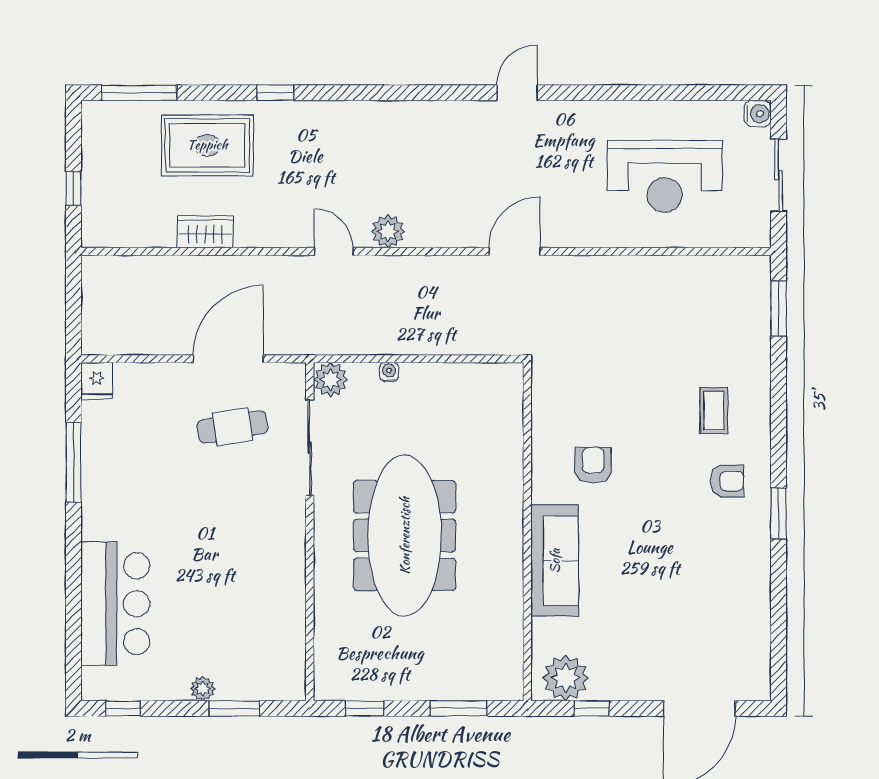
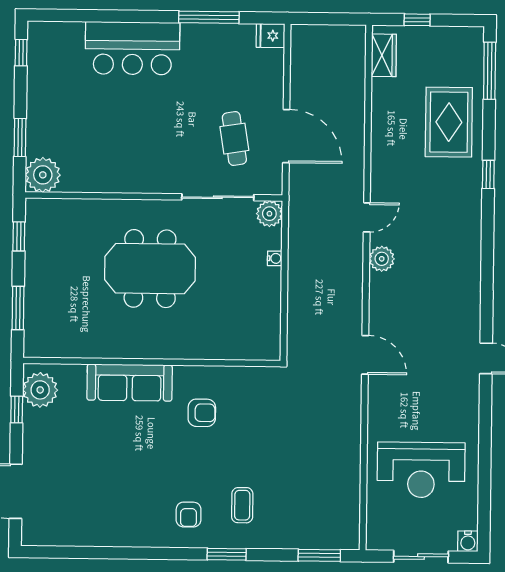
reception desk: (665, 176) -> (421, 470), turned -90
wardrobe: (205, 232) -> (384, 55), moved
coffee table: (714, 411) -> (242, 505), turned 90
window: (779, 513) -> (227, 554), moved
meeting table: (405, 536) -> (150, 269), width x0.73
bar counter: (115, 604) -> (133, 48), moved
plant: (203, 689) -> (43, 175), moved, width x1.87, depth x1.87

